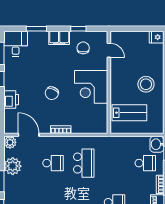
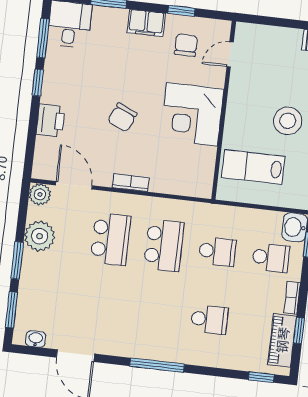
door: (109, 50) -> (230, 54), swing flipped
lab bench: (129, 113) -> (253, 167), turned 180
school desk: (53, 163) -> (110, 239), width x1.85
school desk: (115, 163) -> (217, 251), added

